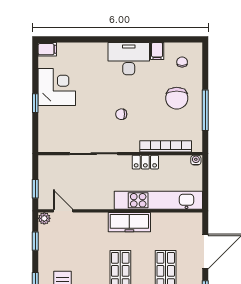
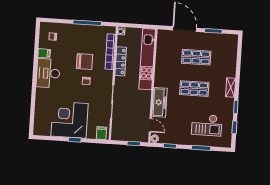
filing cabinet: (47, 49) -> (101, 133), moved
corner desk: (57, 87) -> (69, 120), width x1.36, depth x1.36
chair: (177, 98) -> (85, 62), moved
locker: (145, 162) -> (121, 61), width x1.53
door: (63, 211) -> (150, 125), swing flipped
freezer: (129, 222) -> (160, 102), moved

